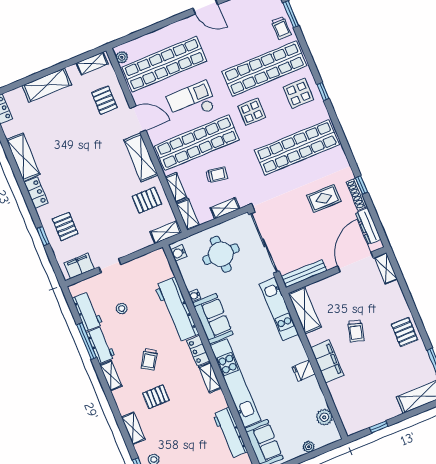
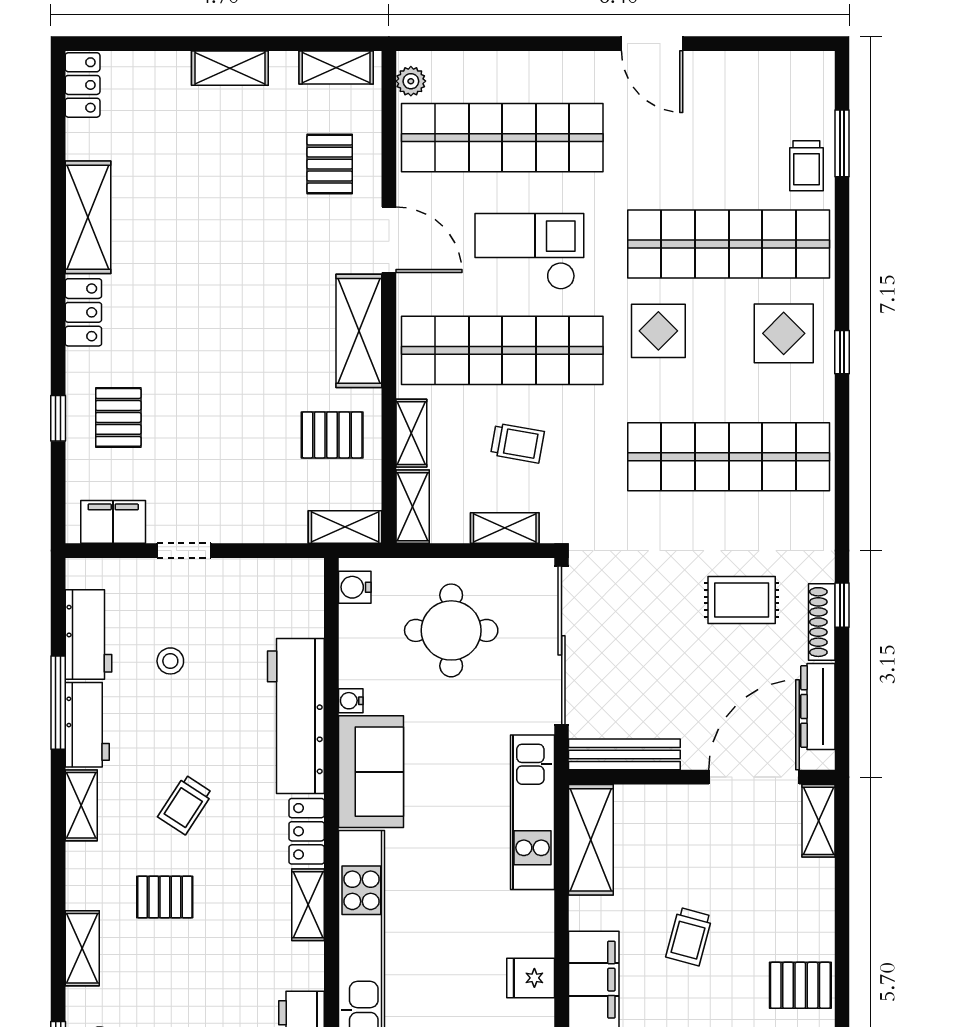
shelving: (47, 85) -> (230, 68), width x0.67, depth x0.75
pallet: (404, 332) -> (800, 985), turned 90

